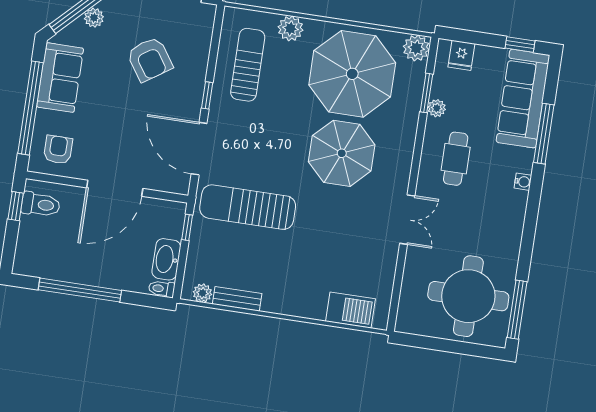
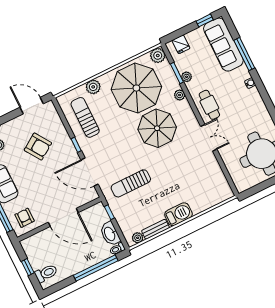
plant: (408, 128) -> (180, 95), added
cafe table: (456, 159) -> (209, 105), moved
door: (115, 188) -> (63, 217), hinge flipped
toilet: (41, 205) -> (46, 273), moved
window: (16, 206) -> (28, 267), moved
sun lounger: (248, 207) -> (131, 183), width x0.73, depth x0.75
window: (80, 290) -> (96, 268), moved
barbecue: (351, 310) -> (179, 214), moved

